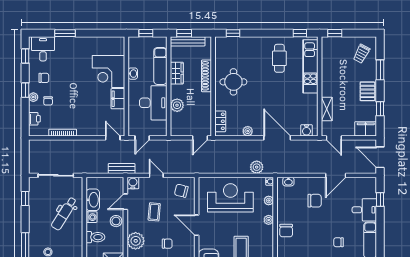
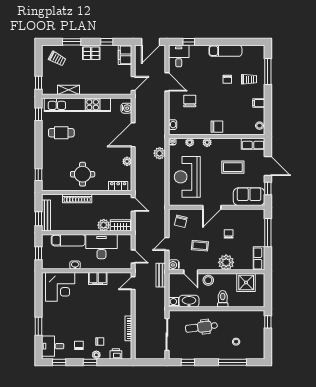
kitchen unit: (310, 66) -> (77, 105), width x1.36
corner desk: (109, 71) -> (60, 287), moved
wardrobe: (177, 73) -> (120, 225), moved
shelving: (327, 109) -> (68, 90), moved
desk: (364, 210) -> (179, 56), moved
dental chair: (64, 214) -> (201, 327), turned 141
washing machine: (91, 217) -> (173, 302), moved

